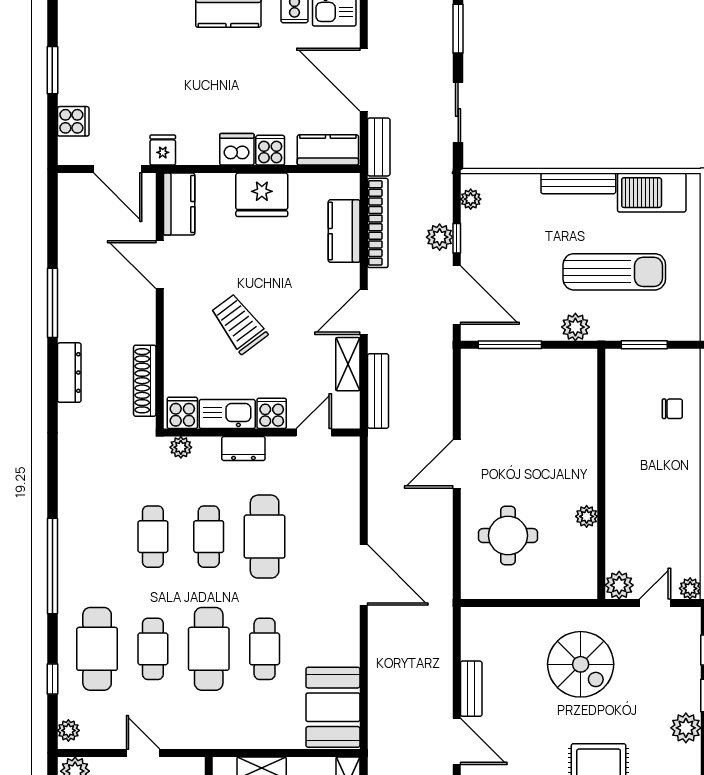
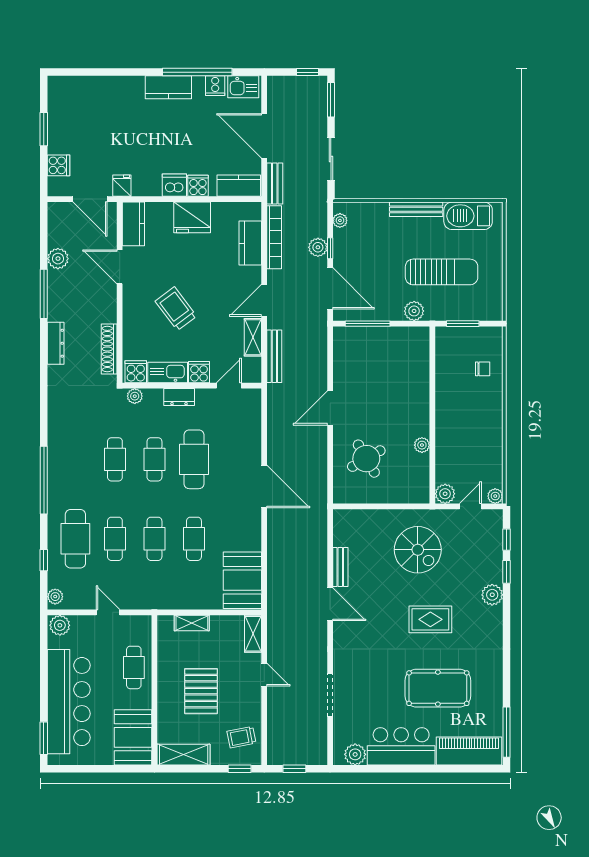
plant: (72, 253) -> (58, 259), added
round table: (508, 536) -> (366, 459), turned -30
cafe table: (209, 649) -> (154, 539), width x0.73, depth x0.74

